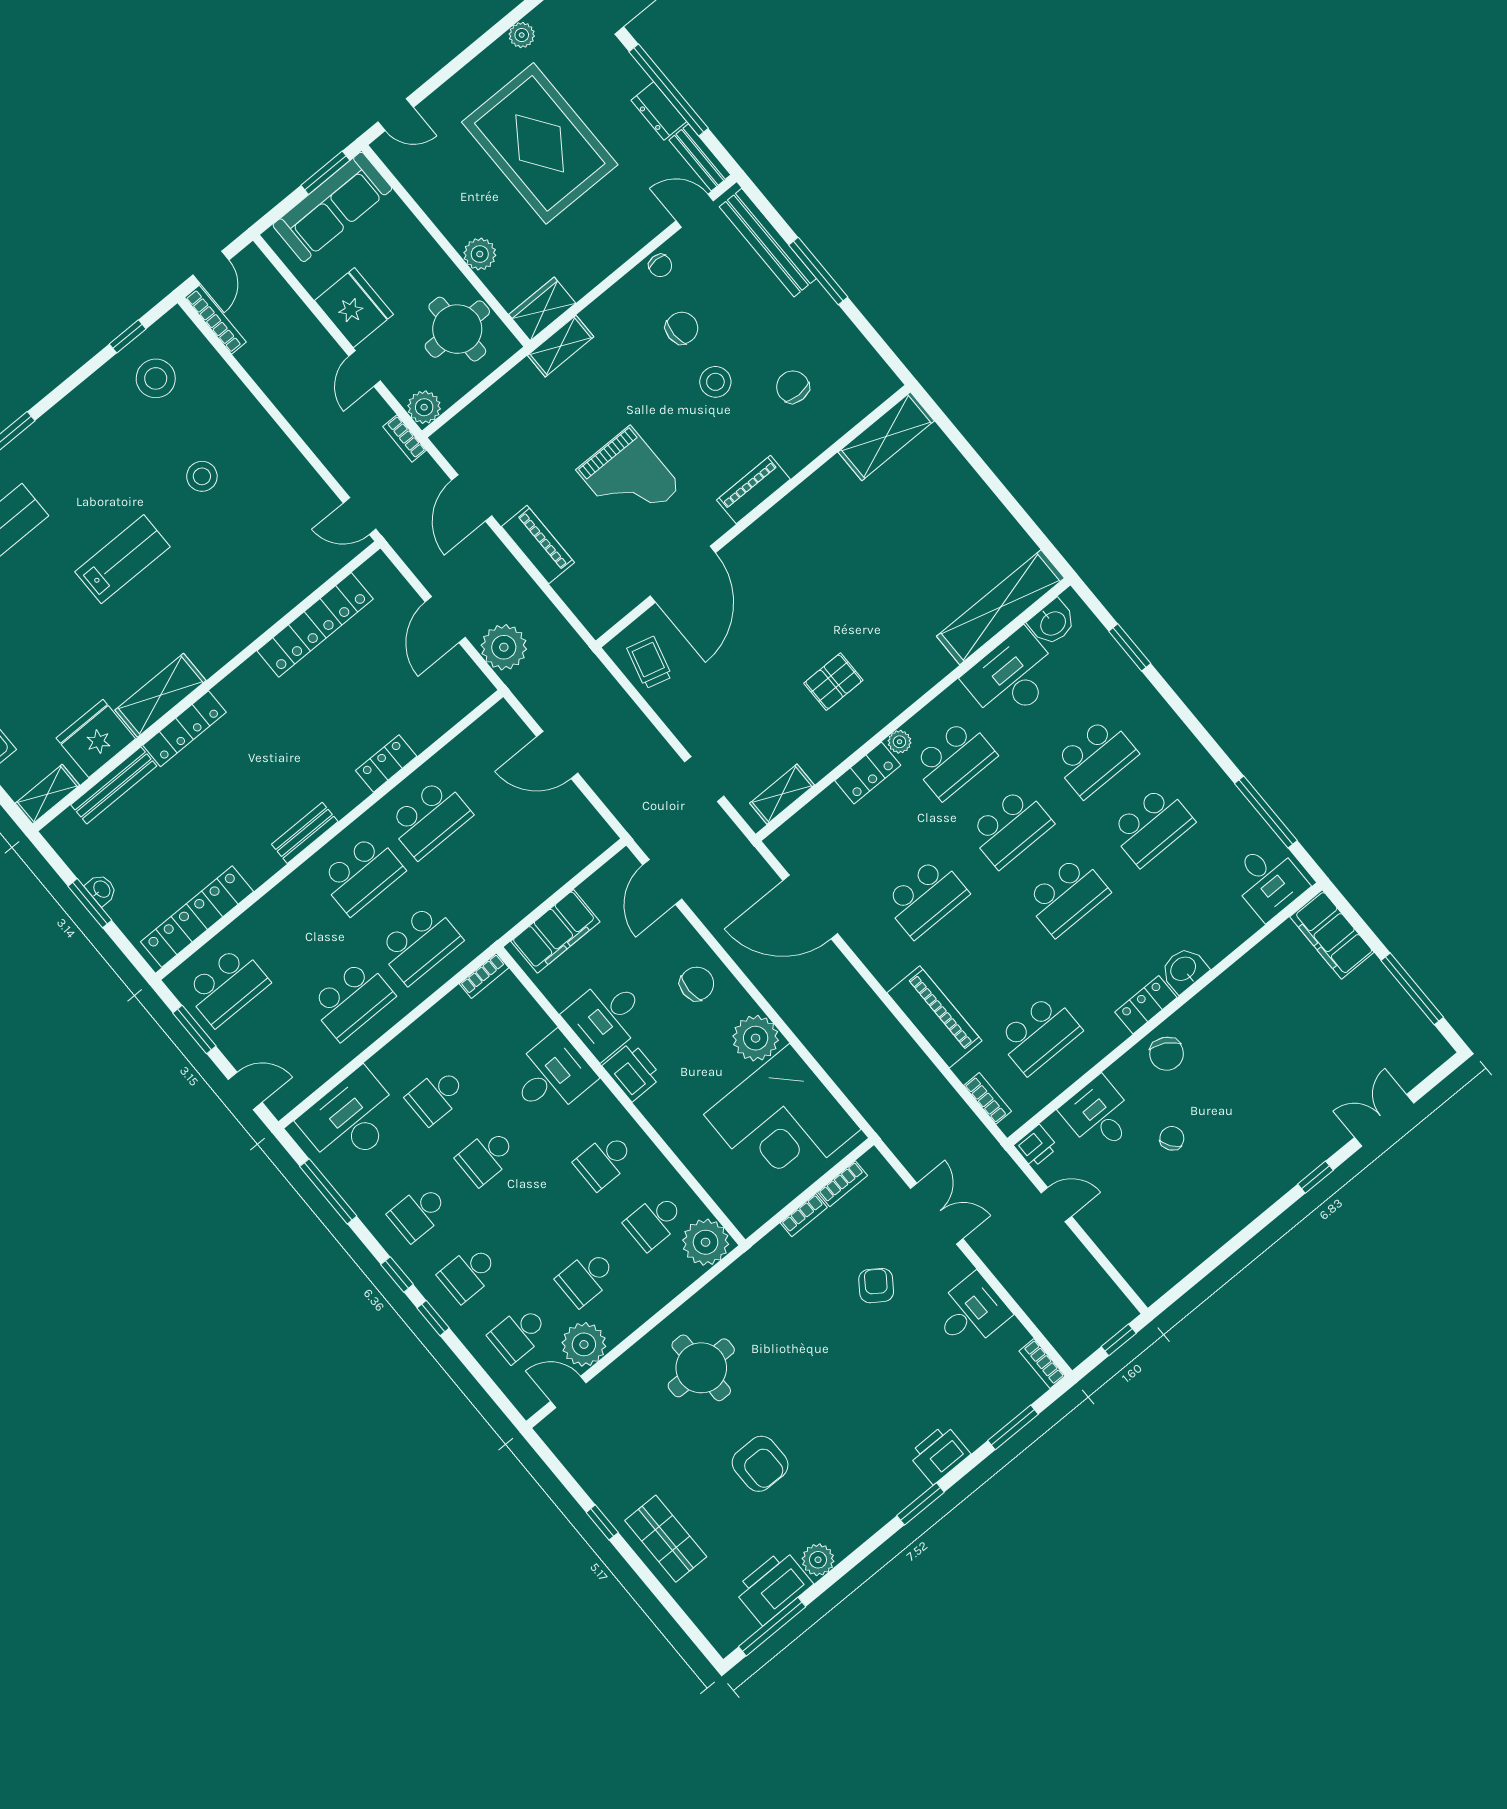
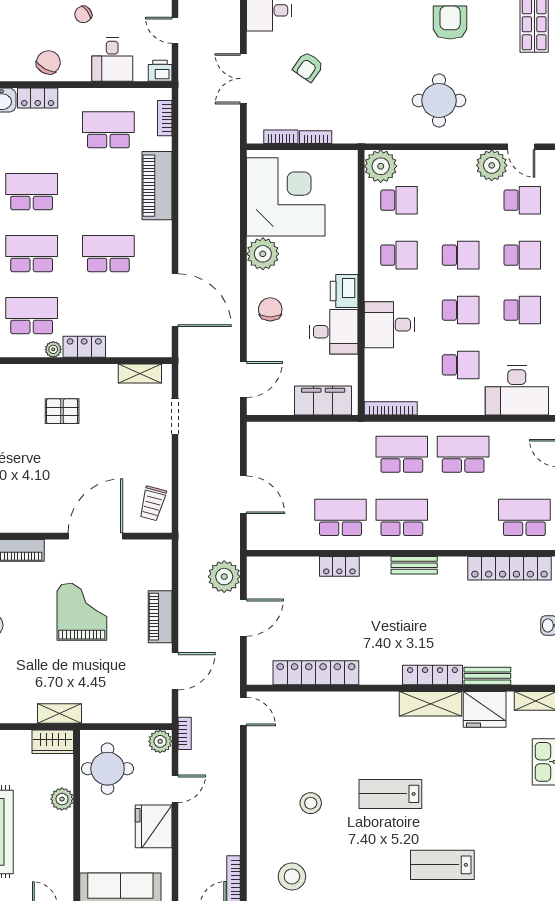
bench: (114, 785) -> (487, 676), width x0.73
bookcase: (484, 976) -> (391, 408), width x1.56
chair: (697, 984) -> (270, 309), turned 90
school desk: (586, 1278) -> (461, 255), moved

